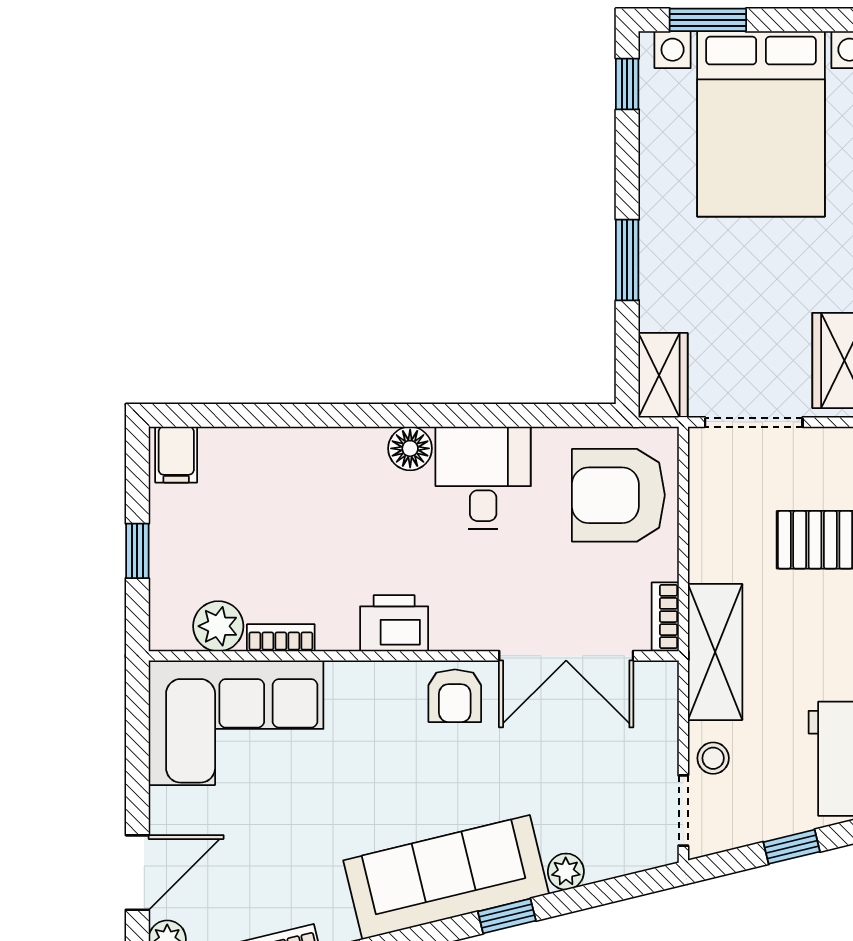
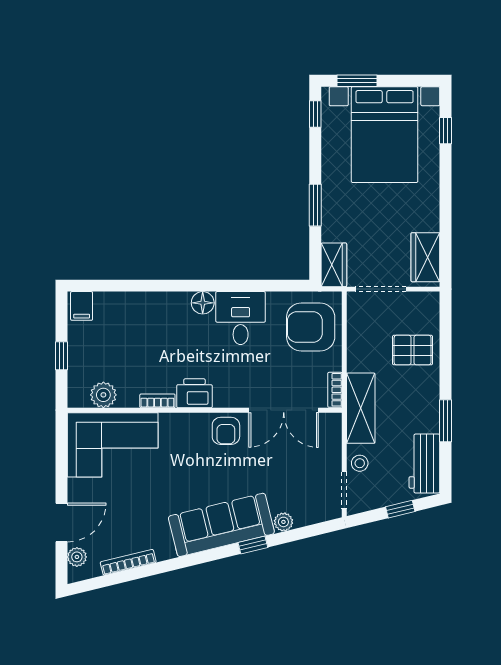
bookcase: (281, 638) -> (157, 401), moved

